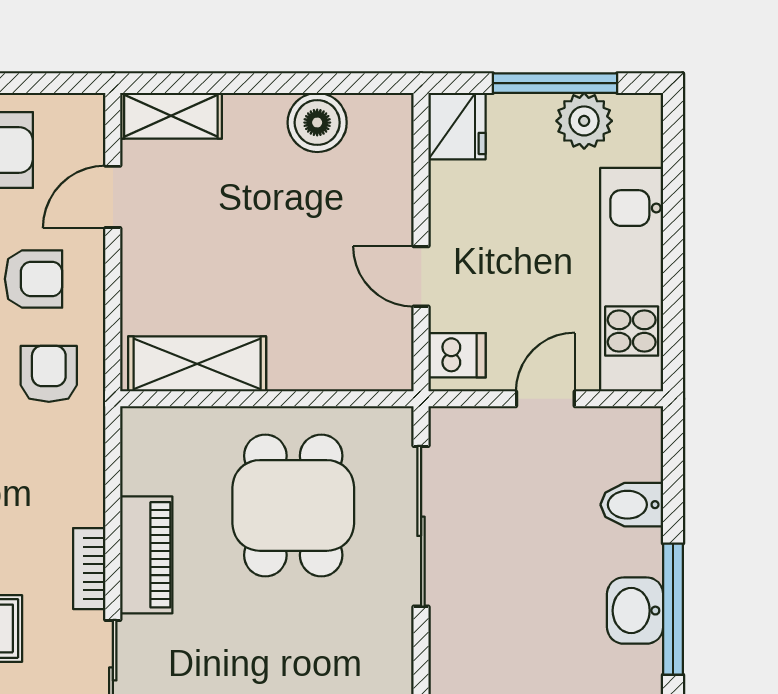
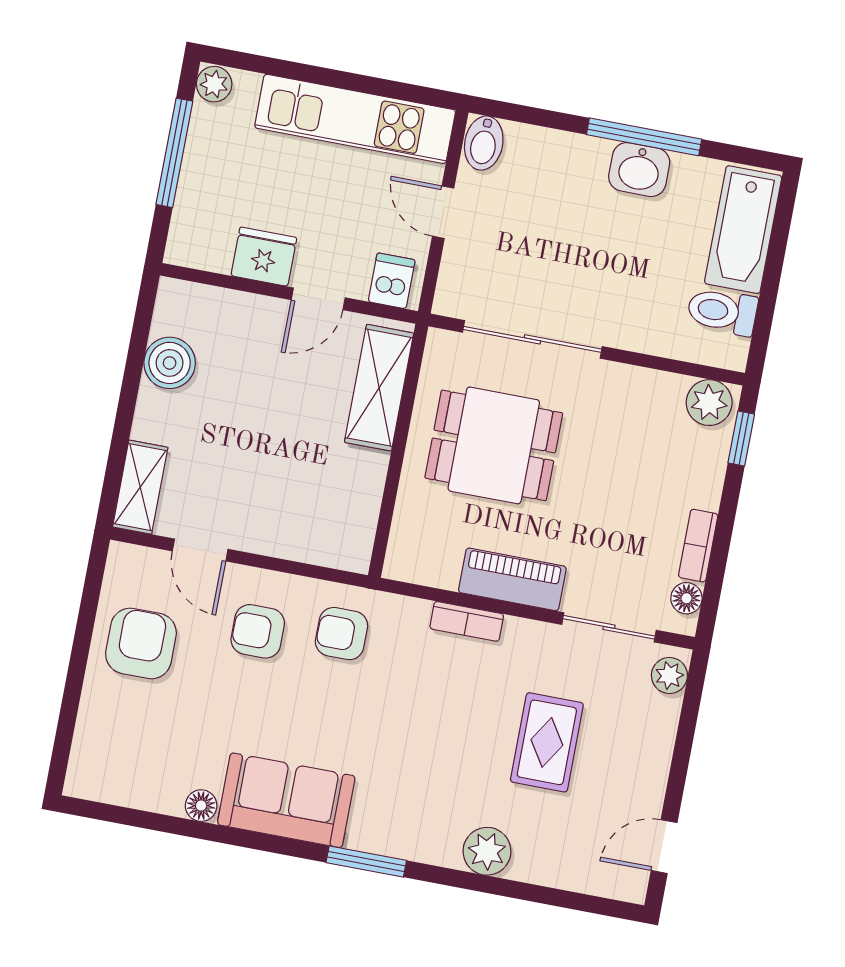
plant: (584, 121) -> (214, 84), moved, width x0.73, depth x0.73
fridge: (457, 126) -> (264, 257), moved
armchair: (33, 279) -> (258, 631), turned -90
shelving: (197, 364) -> (379, 388), moved
bidet: (632, 505) -> (484, 143), moved
bookcase: (89, 569) -> (467, 621), moved

